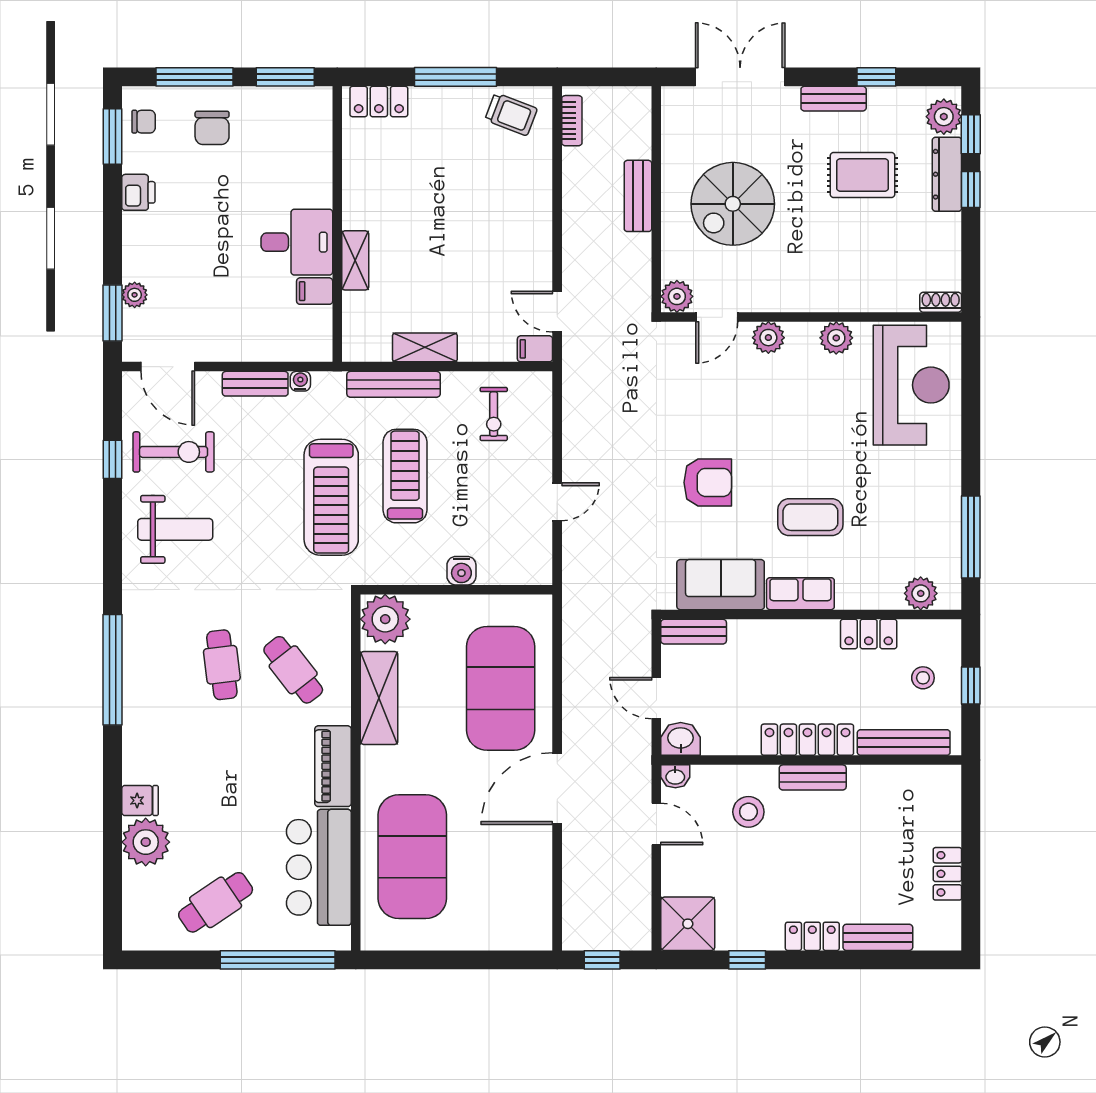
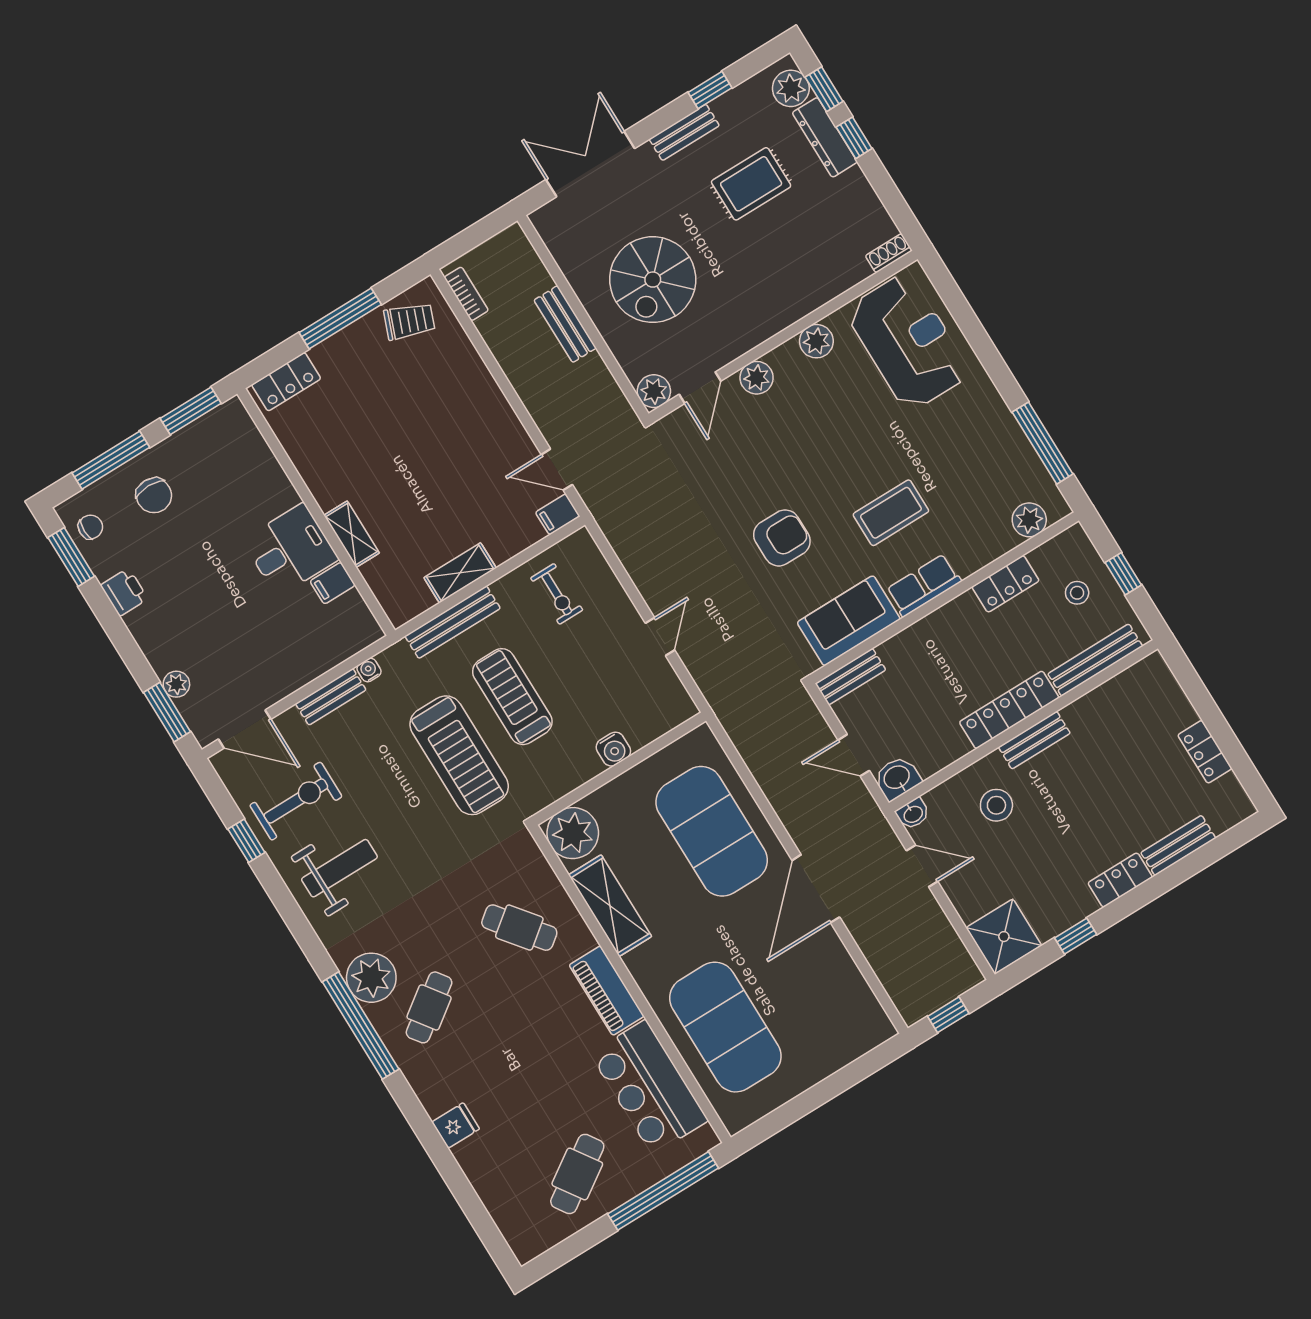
cafe table: (222, 665) -> (429, 1007), moved, turned 61
plant: (146, 842) -> (371, 978), moved

